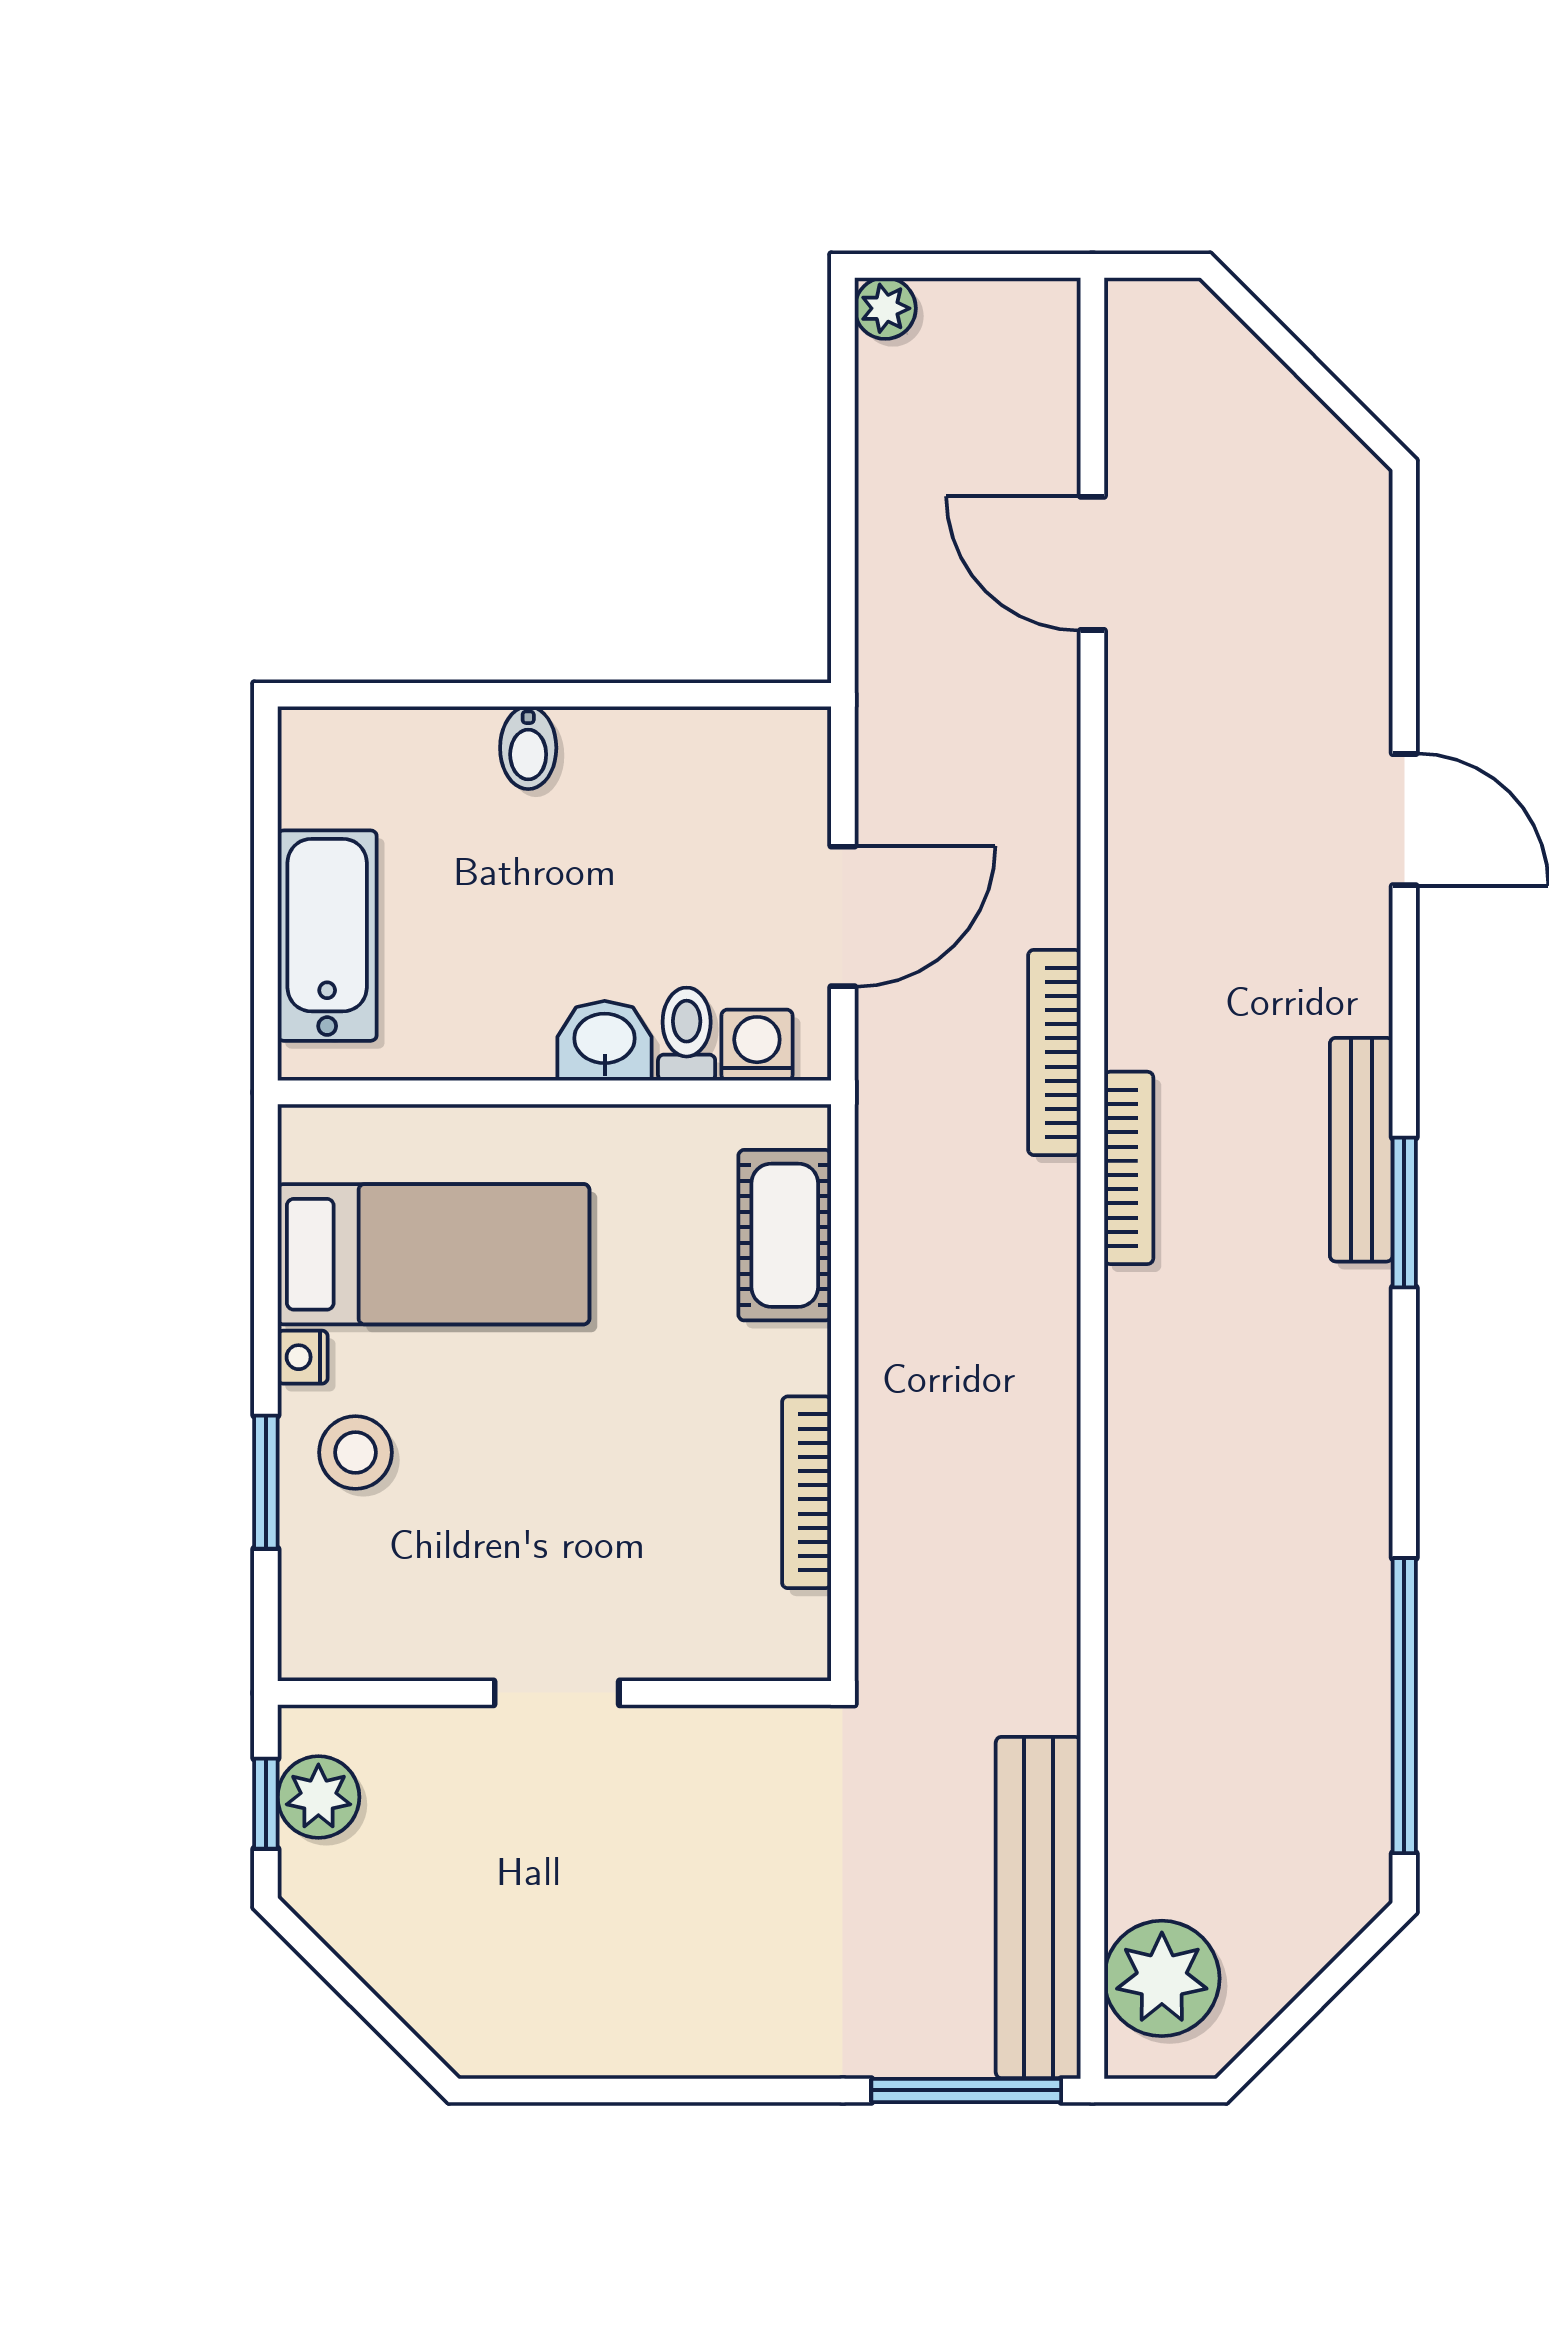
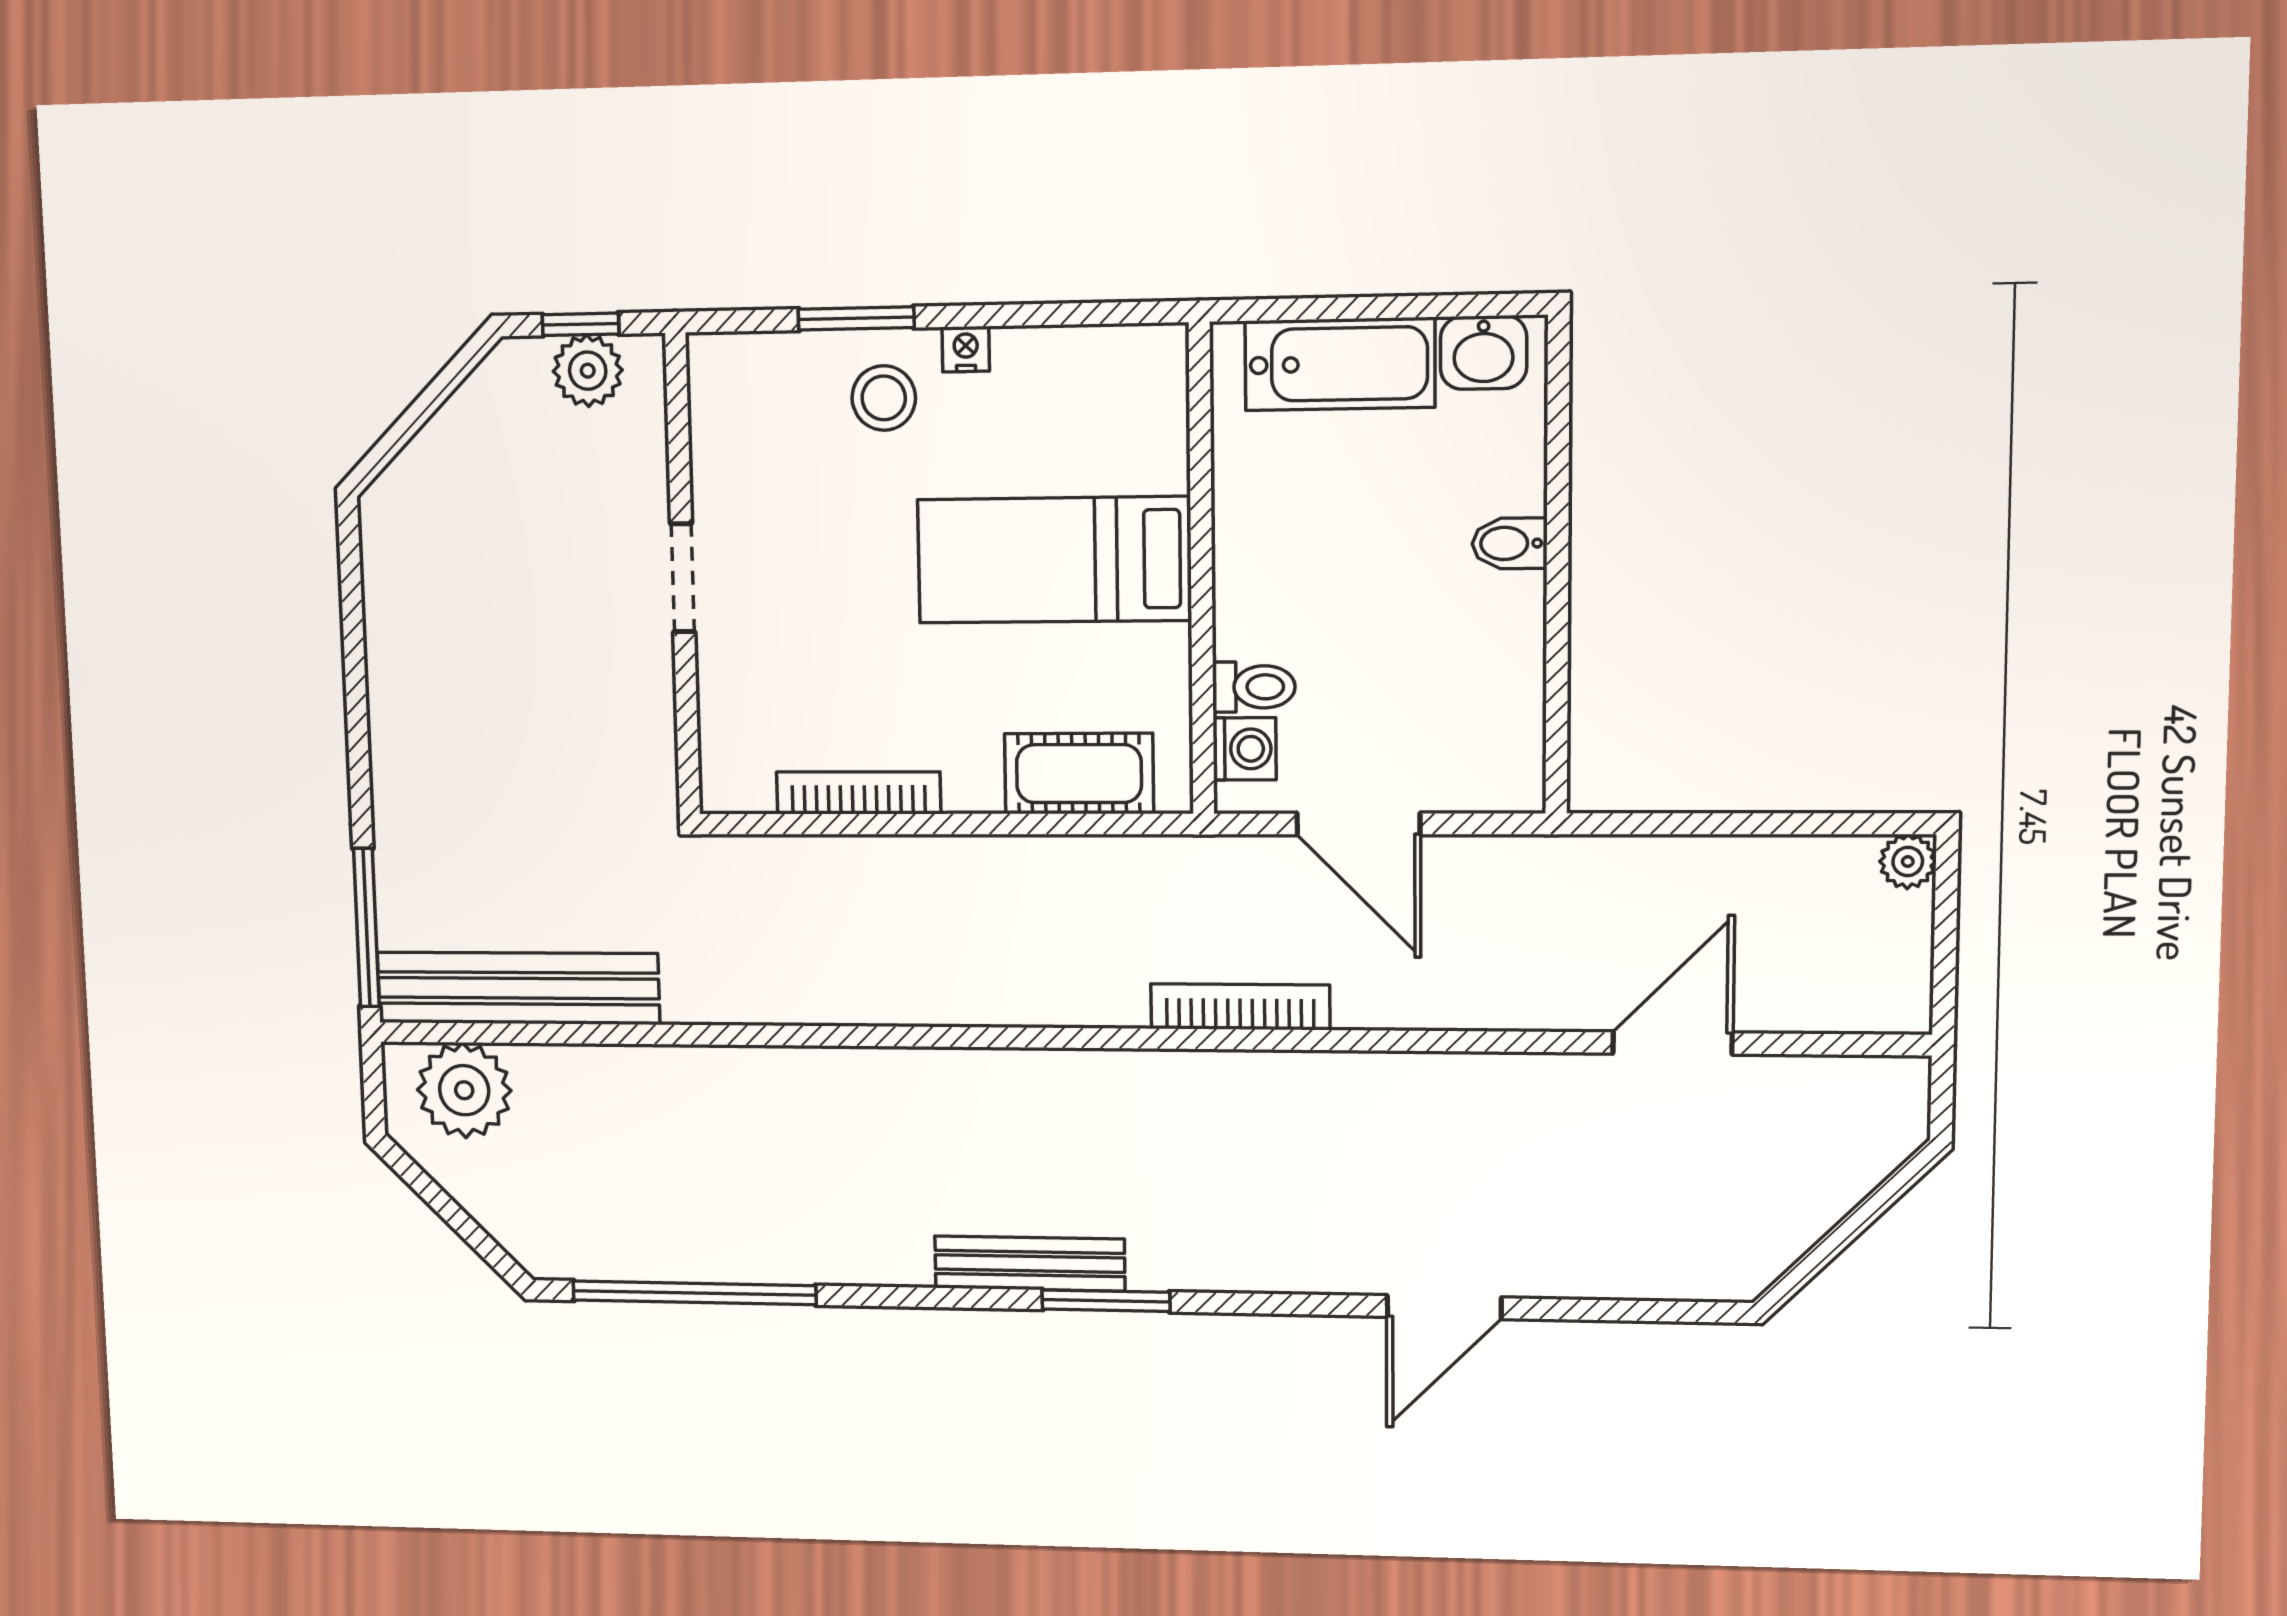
washbasin: (605, 1041) -> (1484, 352), moved, turned 90
bench: (1361, 1150) -> (1030, 1263), moved
bookcase: (1129, 1168) -> (1141, 1069), removed
bed: (433, 1254) -> (1054, 560), moved, turned 90

